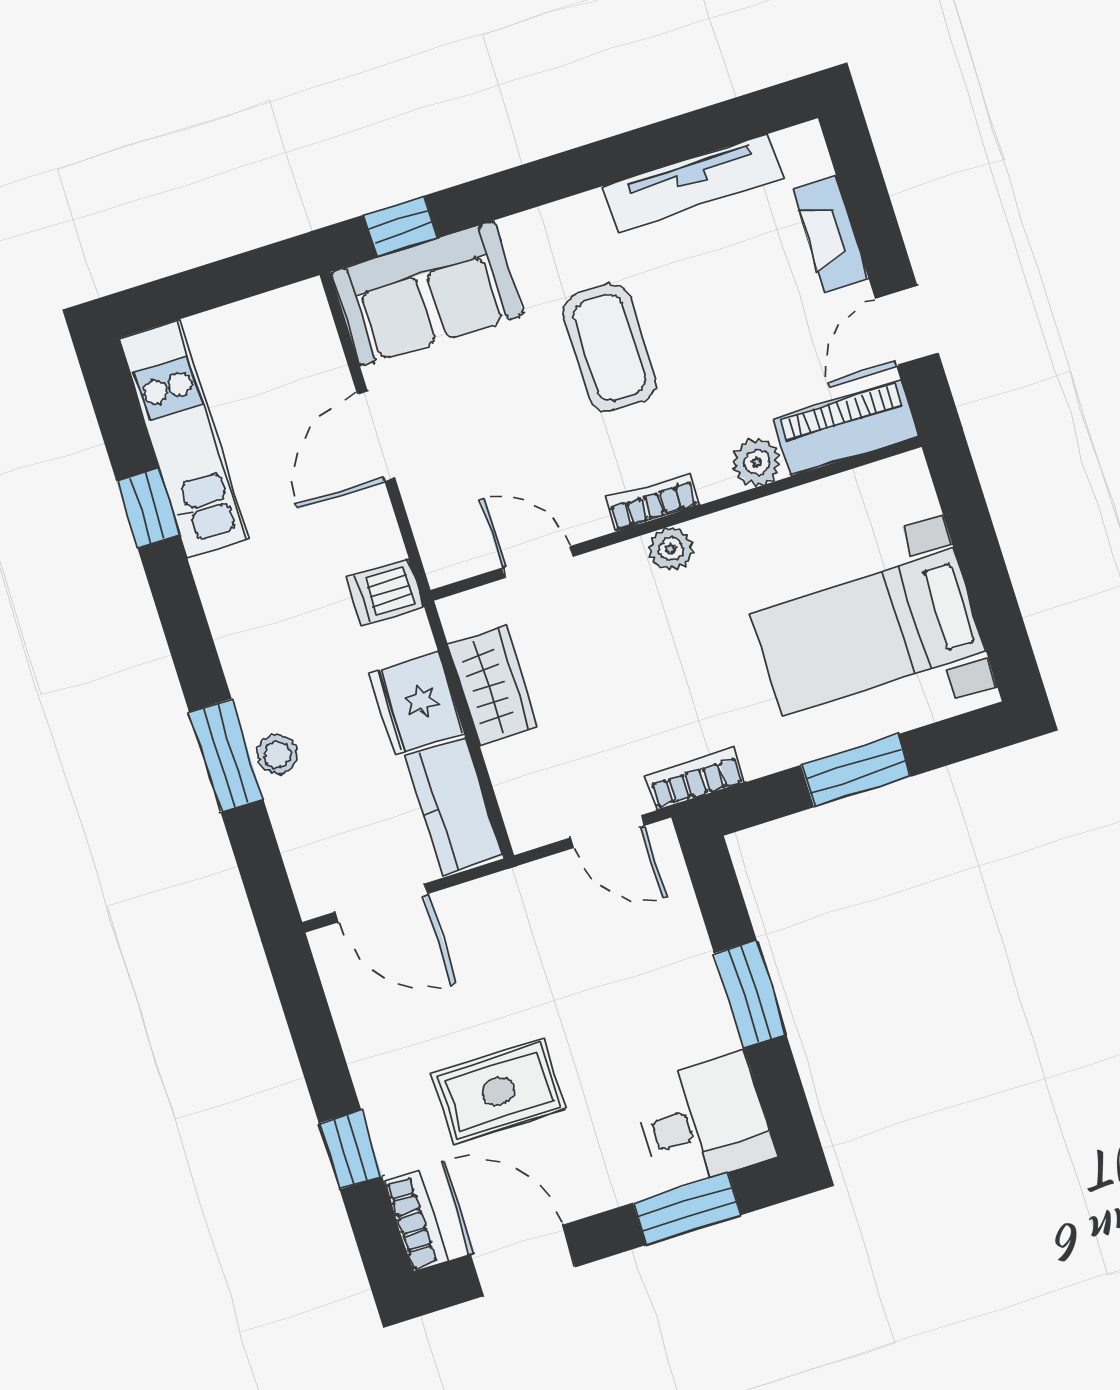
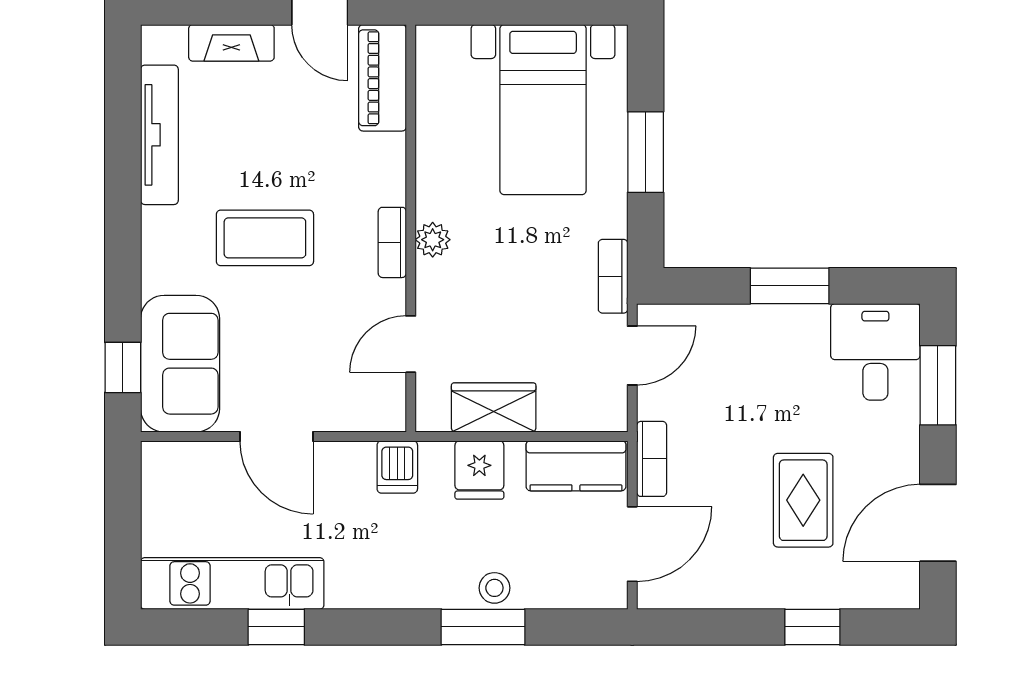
plant: (757, 462) -> (387, 153), removed
fridge: (416, 703) -> (479, 470), width x0.72
bookcase: (416, 1221) -> (652, 459), moved, turned 90

